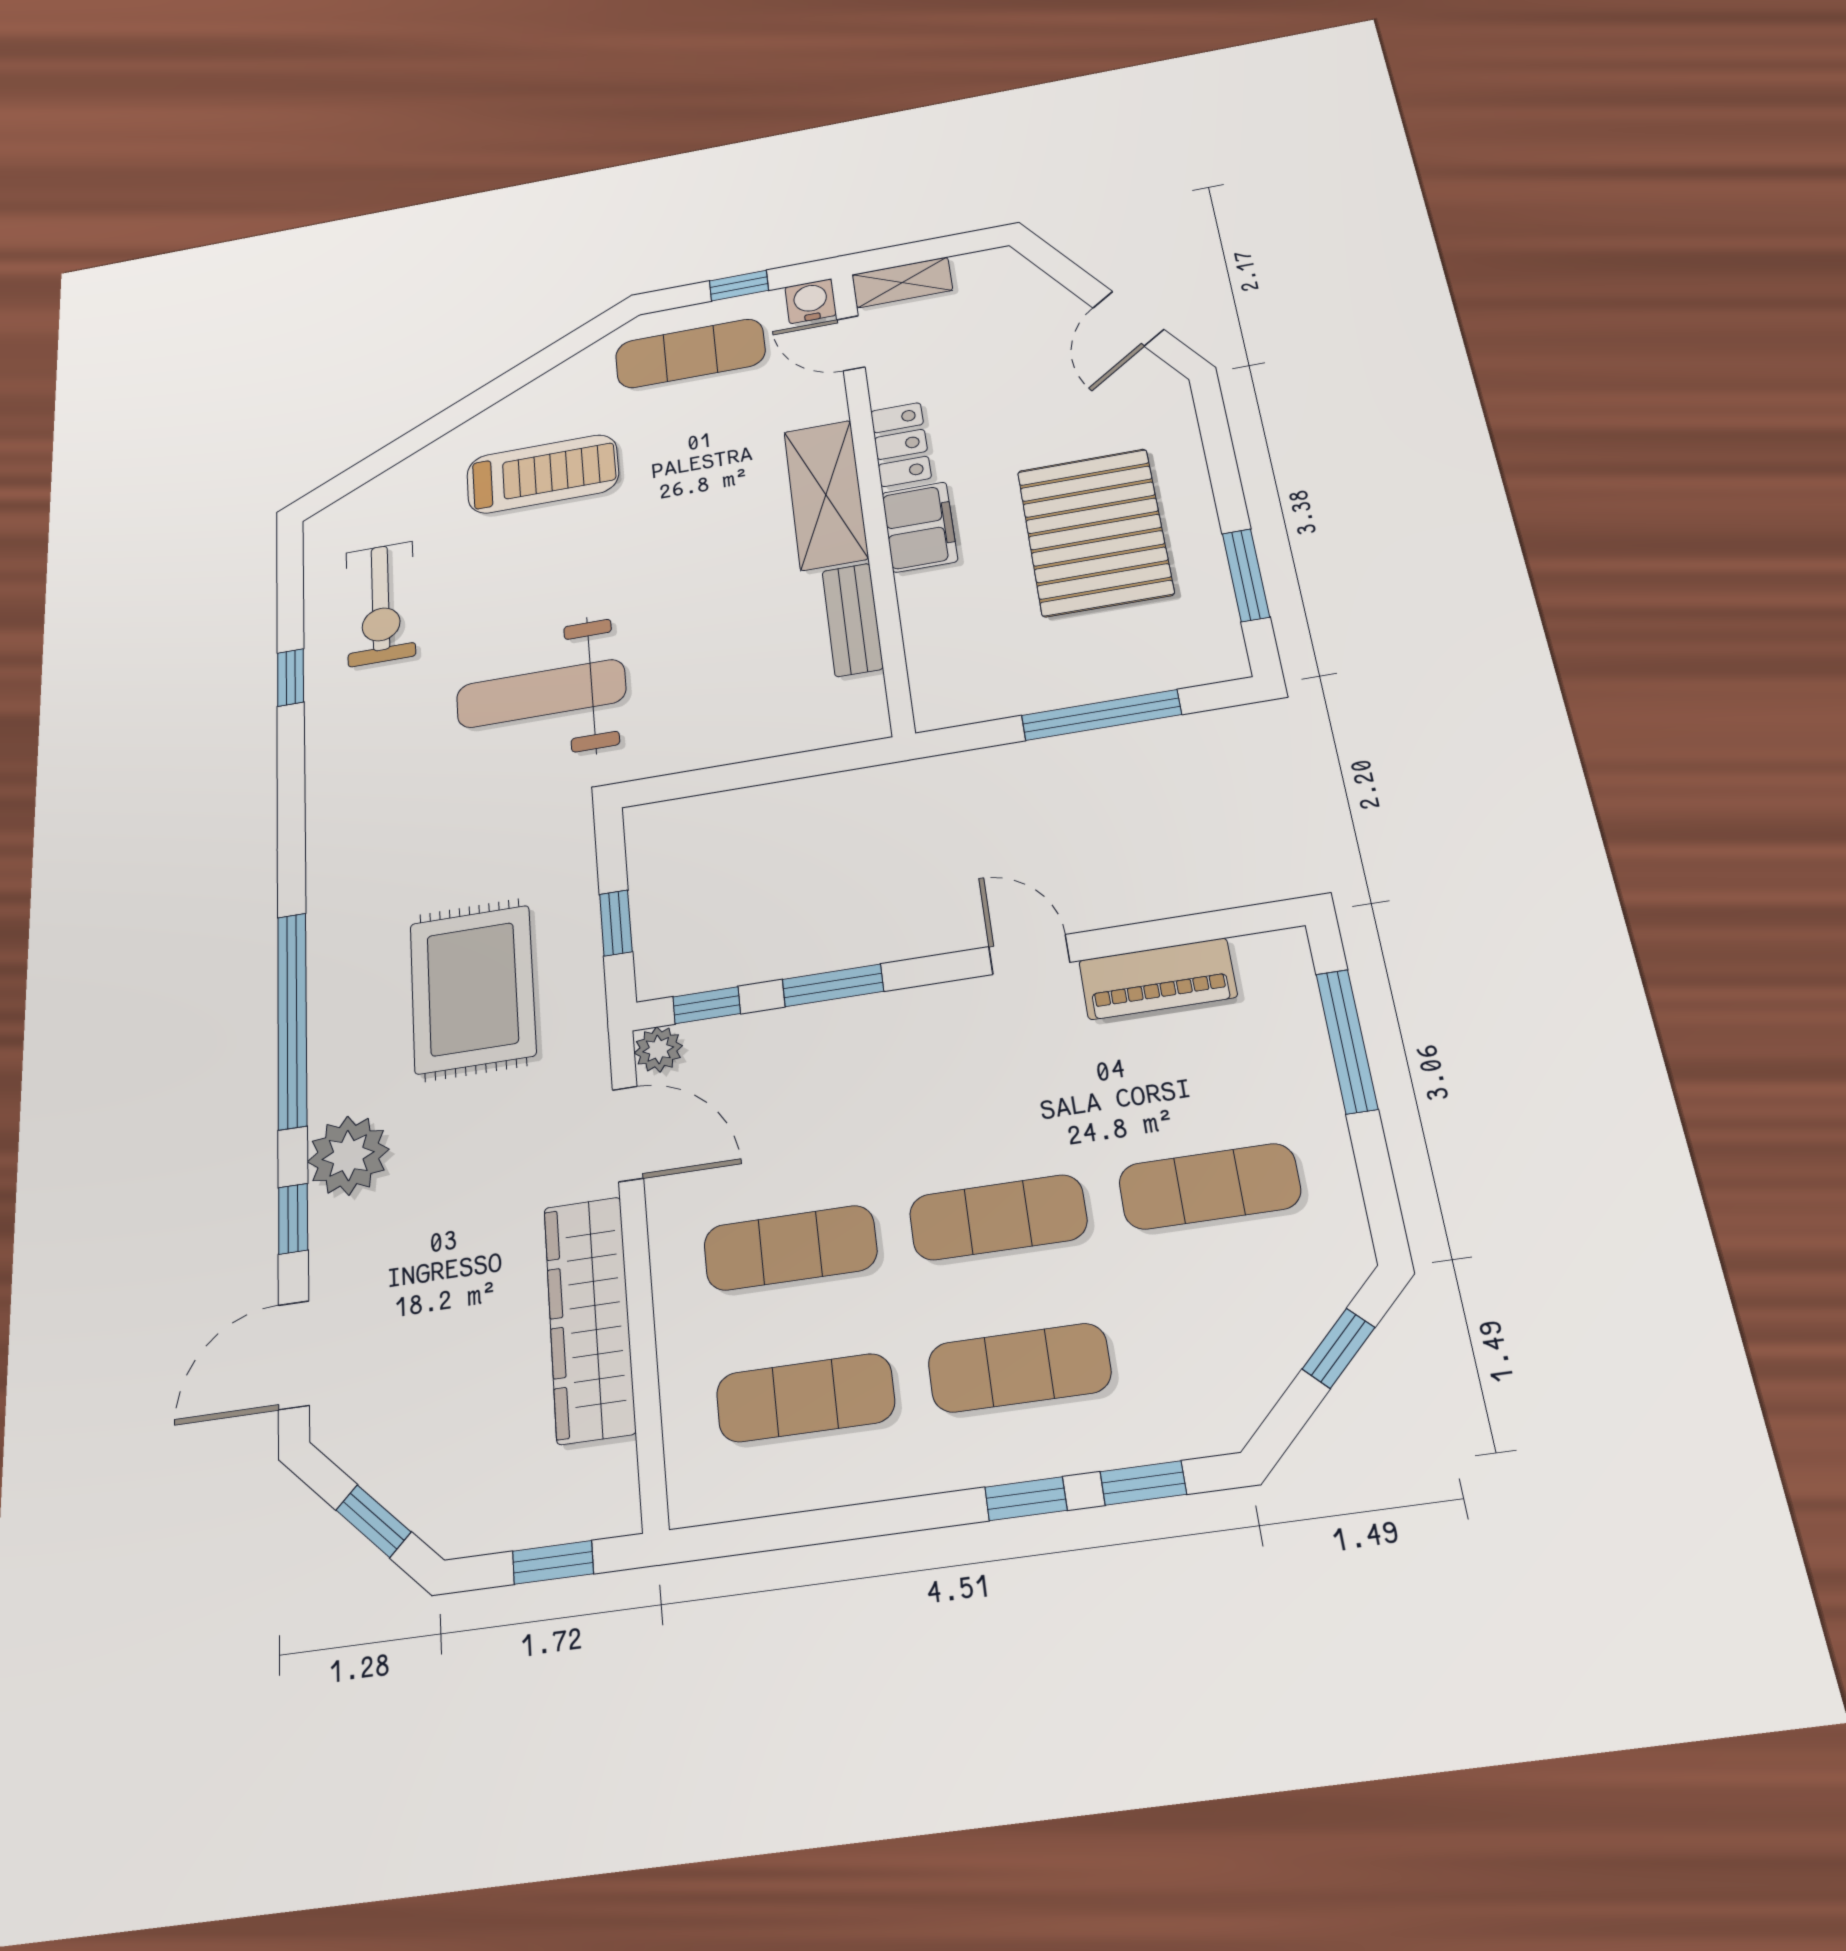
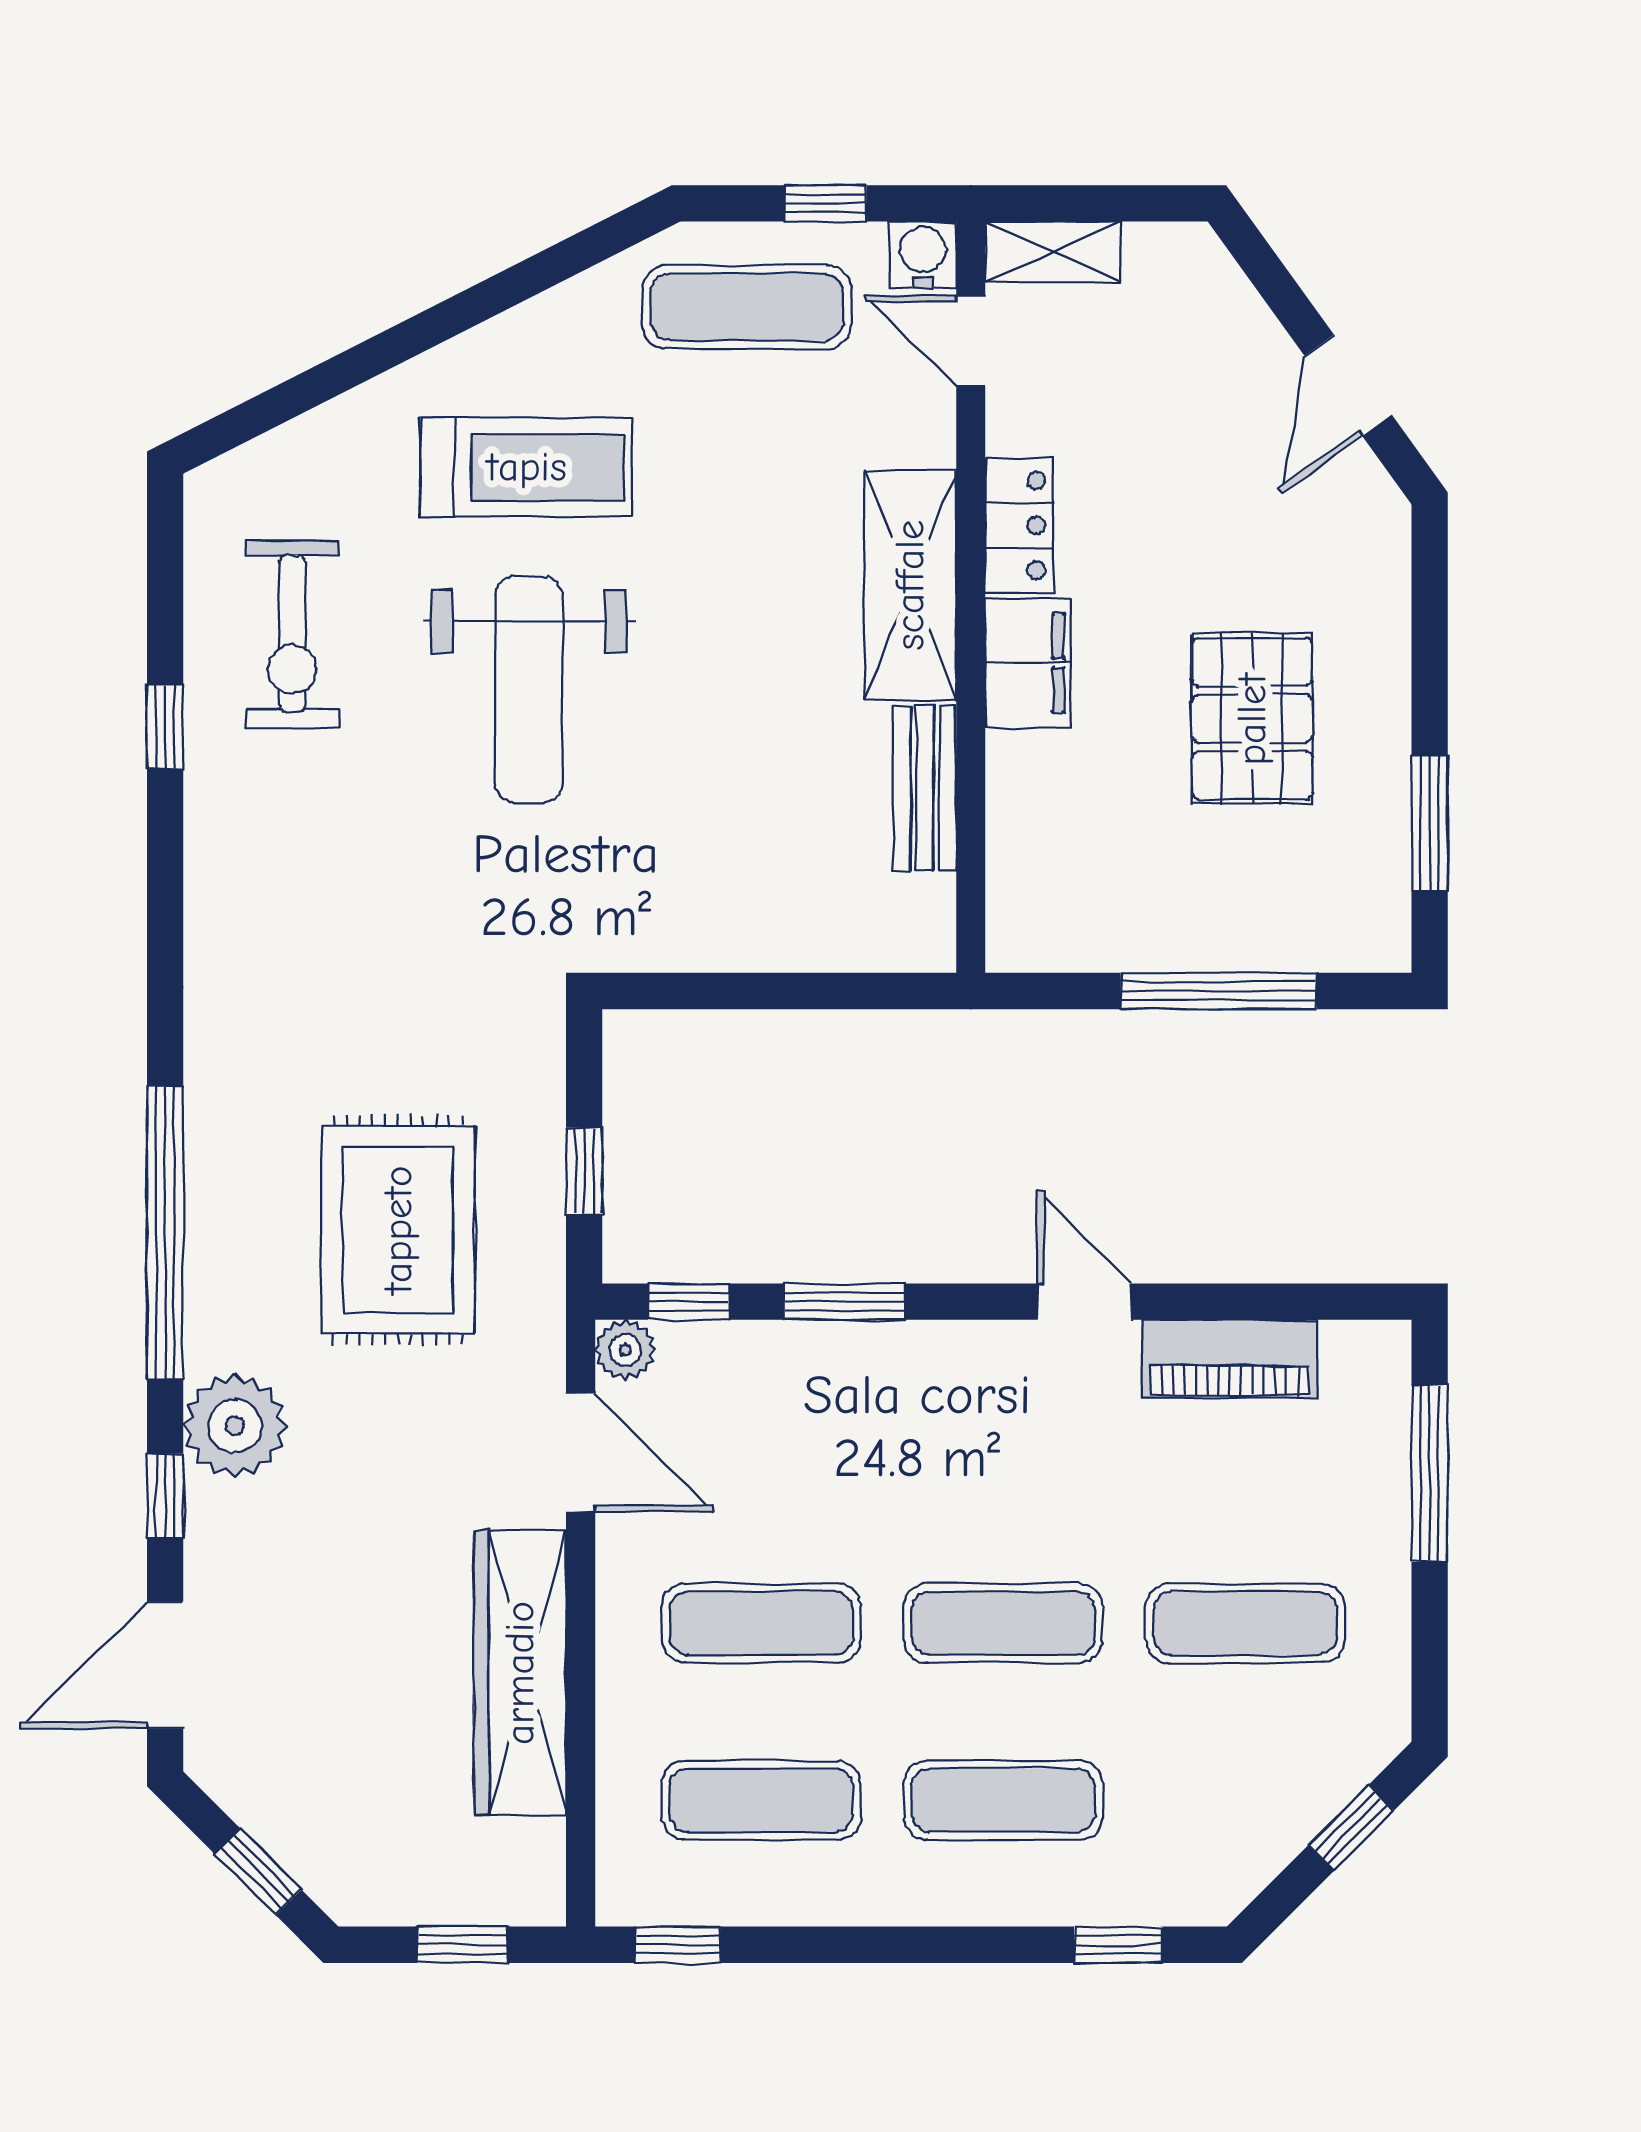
pallet: (1095, 532) -> (1252, 719), width x0.73, depth x0.71
weight bench: (541, 694) -> (529, 689), moved, turned -90
window: (1026, 1499) -> (678, 1945), moved

